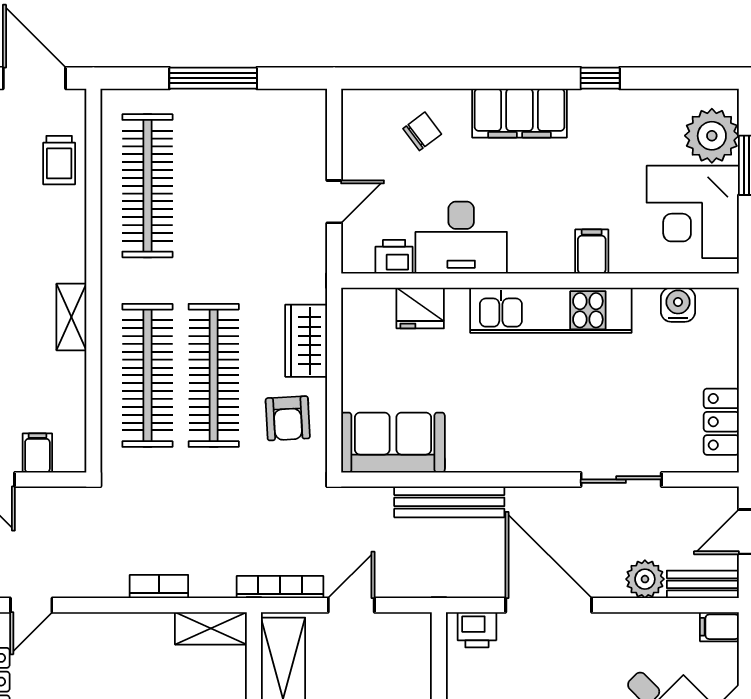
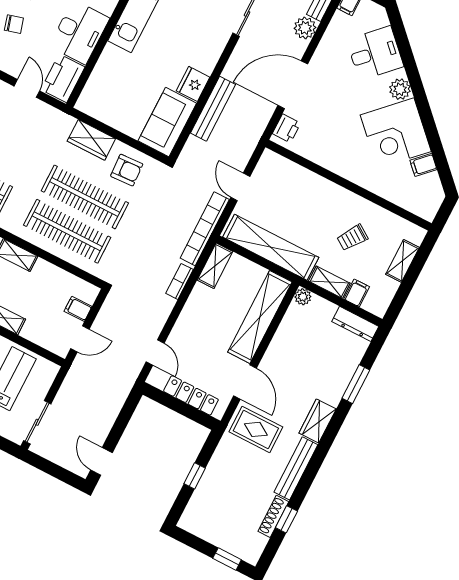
chair: (422, 131) -> (14, 24), turned 111
printer: (394, 257) -> (63, 78), width x1.87, depth x1.48
fridge: (420, 308) -> (193, 84), moved, turned 180
bookcase: (280, 587) -> (205, 229), width x1.48, depth x1.31

